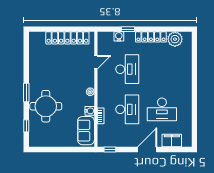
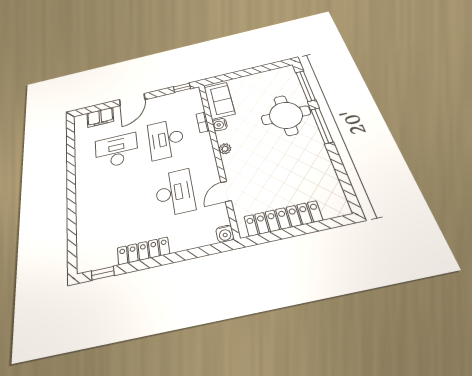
window: (128, 29) -> (103, 273), moved
water cooler: (119, 36) -> (225, 234), moved
plant: (175, 39) -> (104, 256), removed
desk: (127, 69) -> (175, 192), turned 180
window: (26, 92) -> (322, 126), width x1.44
window: (26, 126) -> (306, 86), width x2.17

